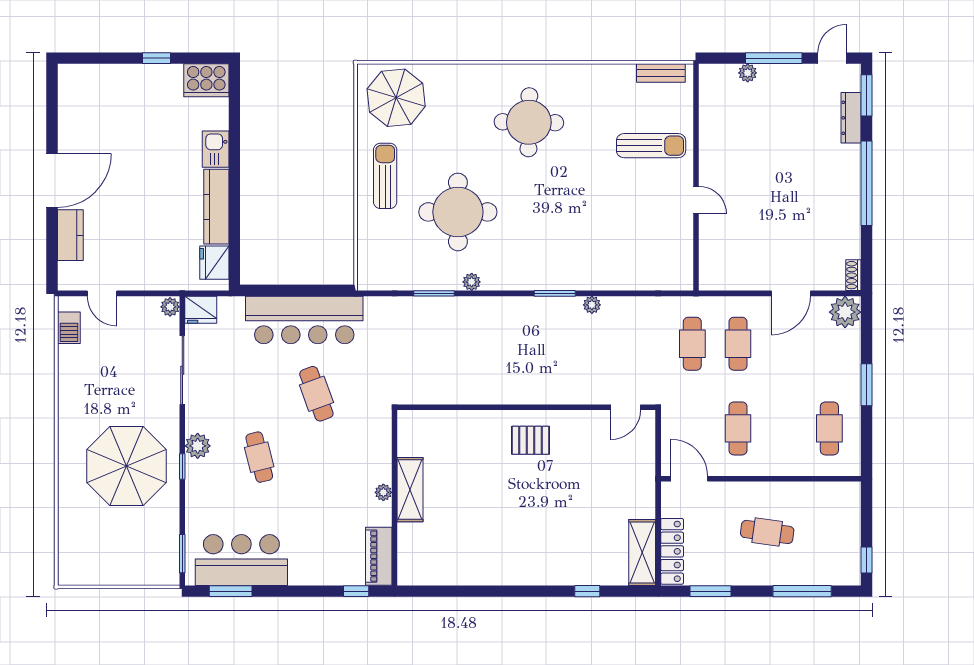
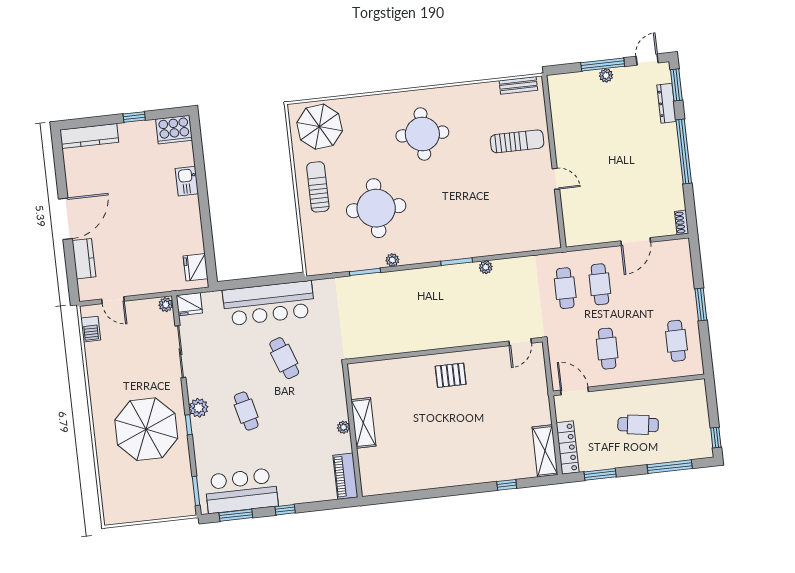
plant: (748, 73) -> (606, 75), moved
kitchen counter: (216, 207) -> (89, 136), moved, turned -90
plant: (845, 312) -> (678, 251), removed
window: (356, 591) -> (285, 510), moved

